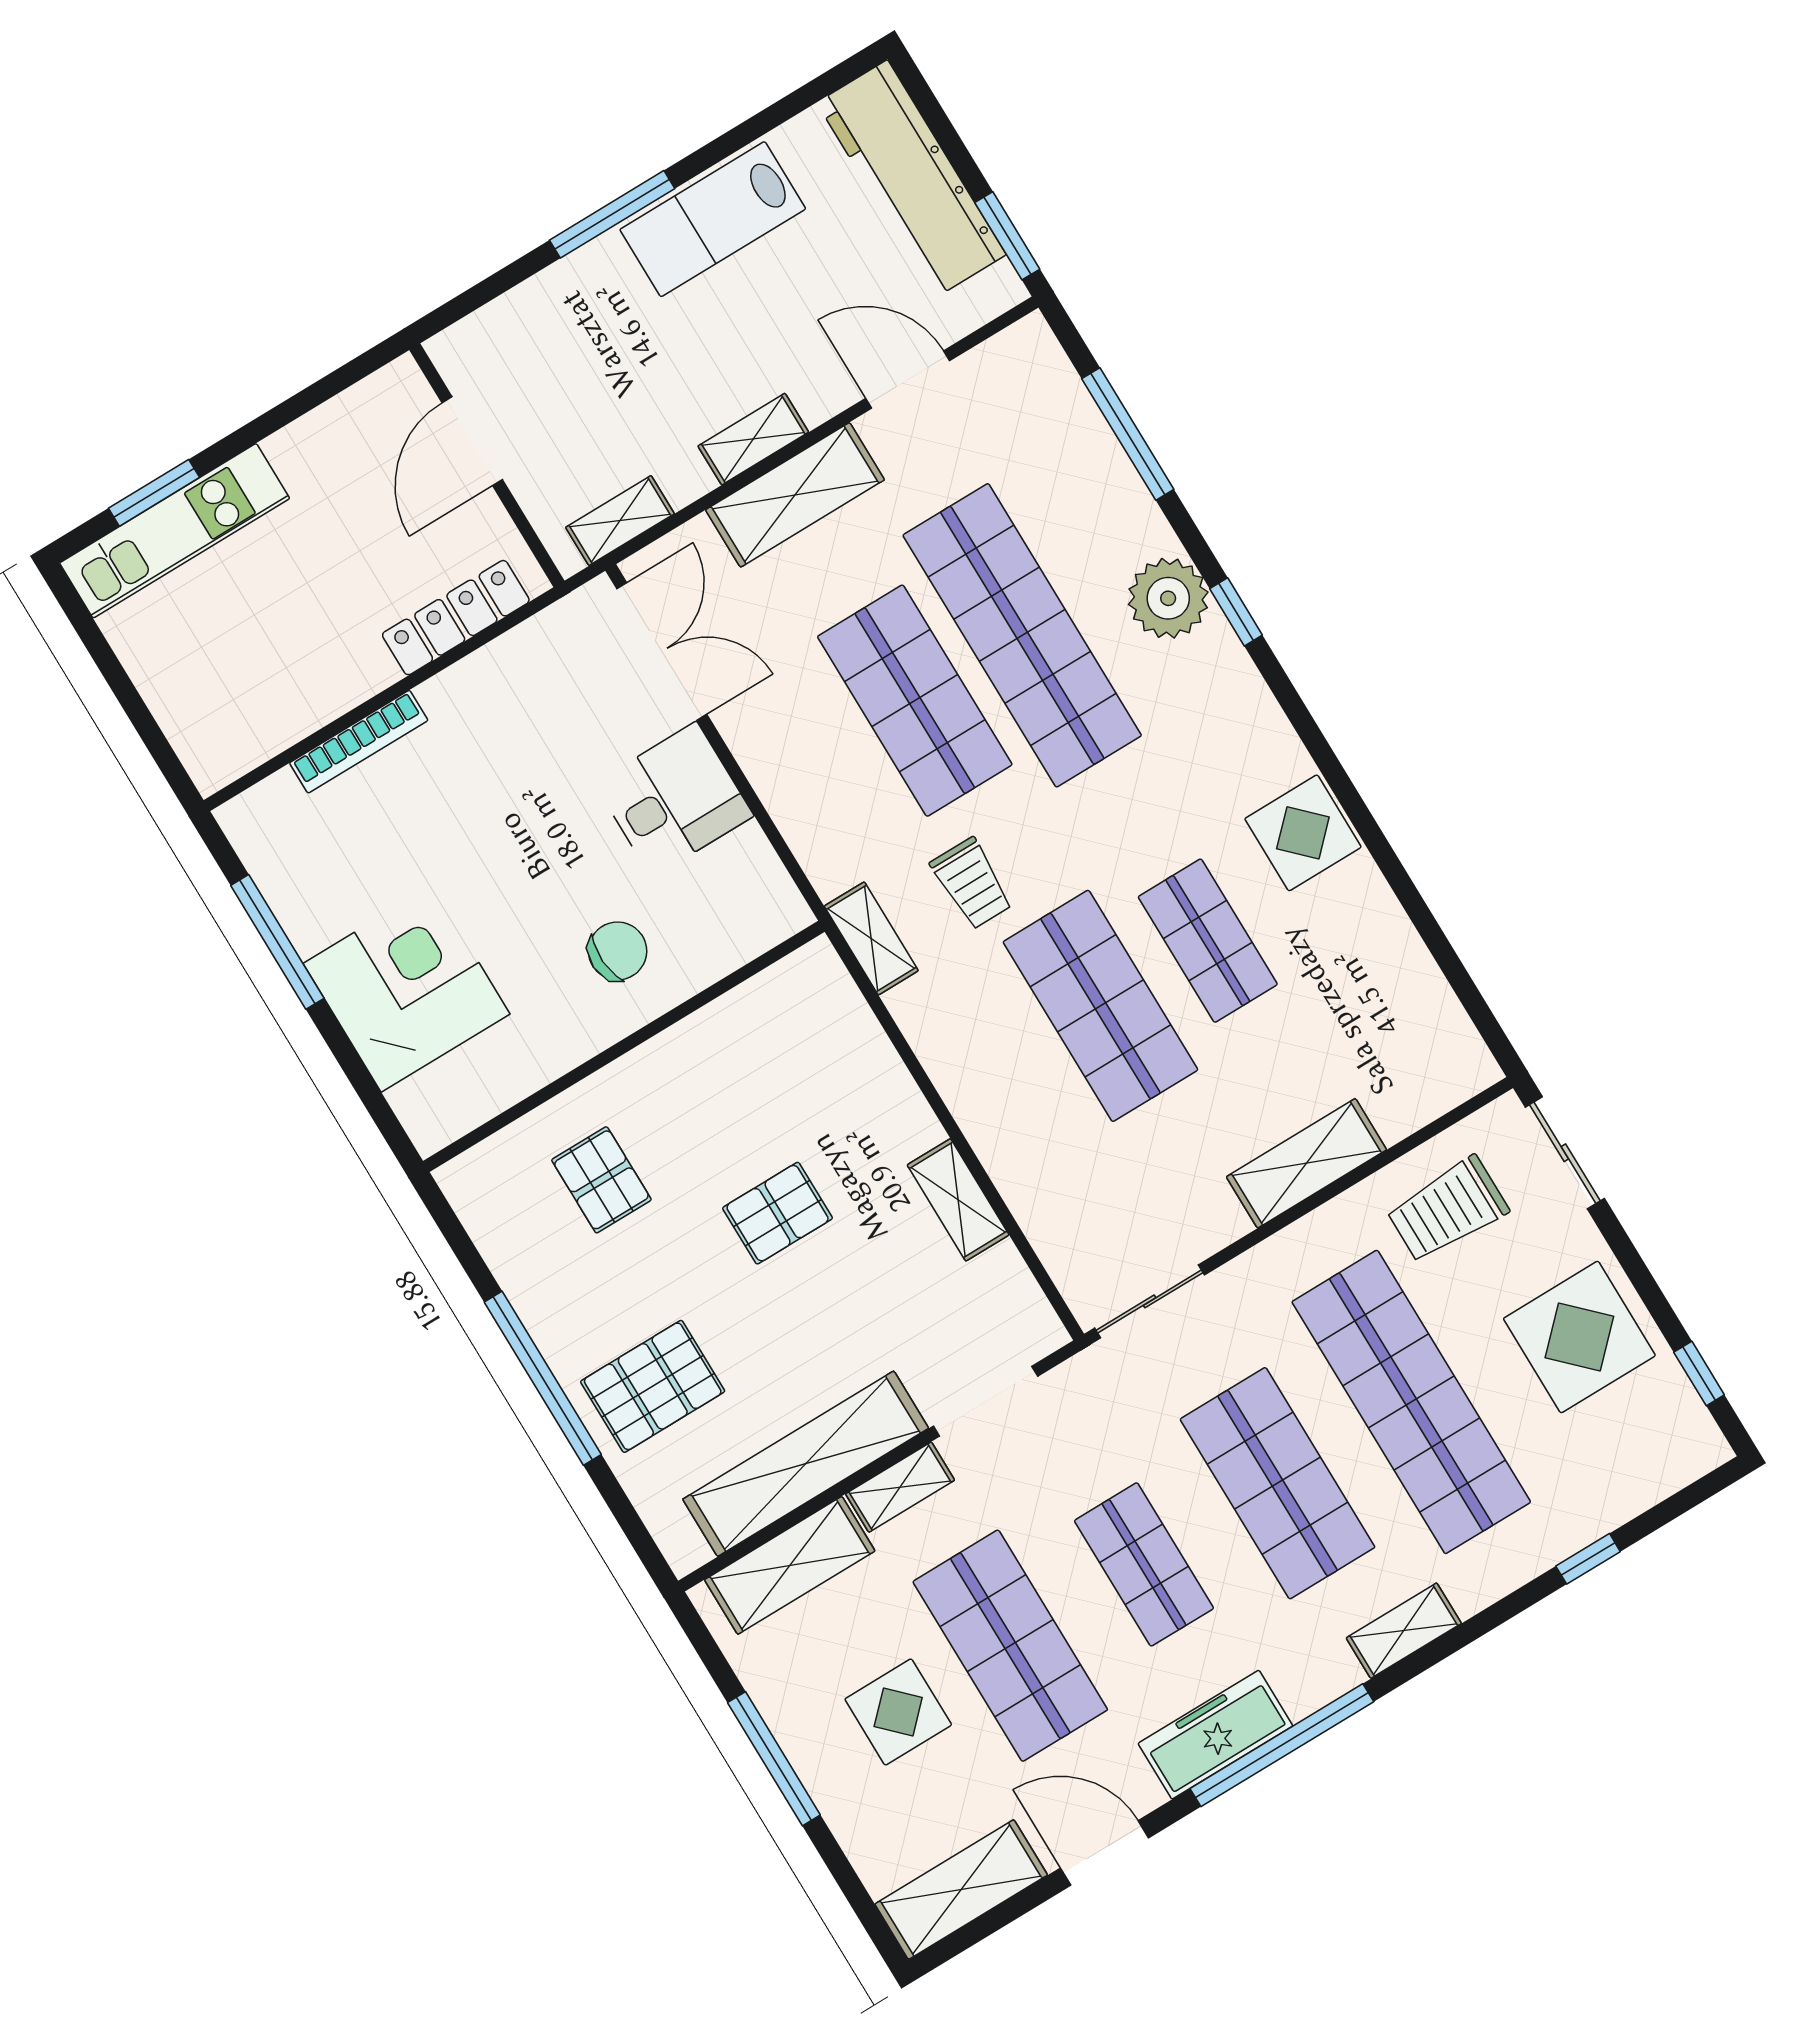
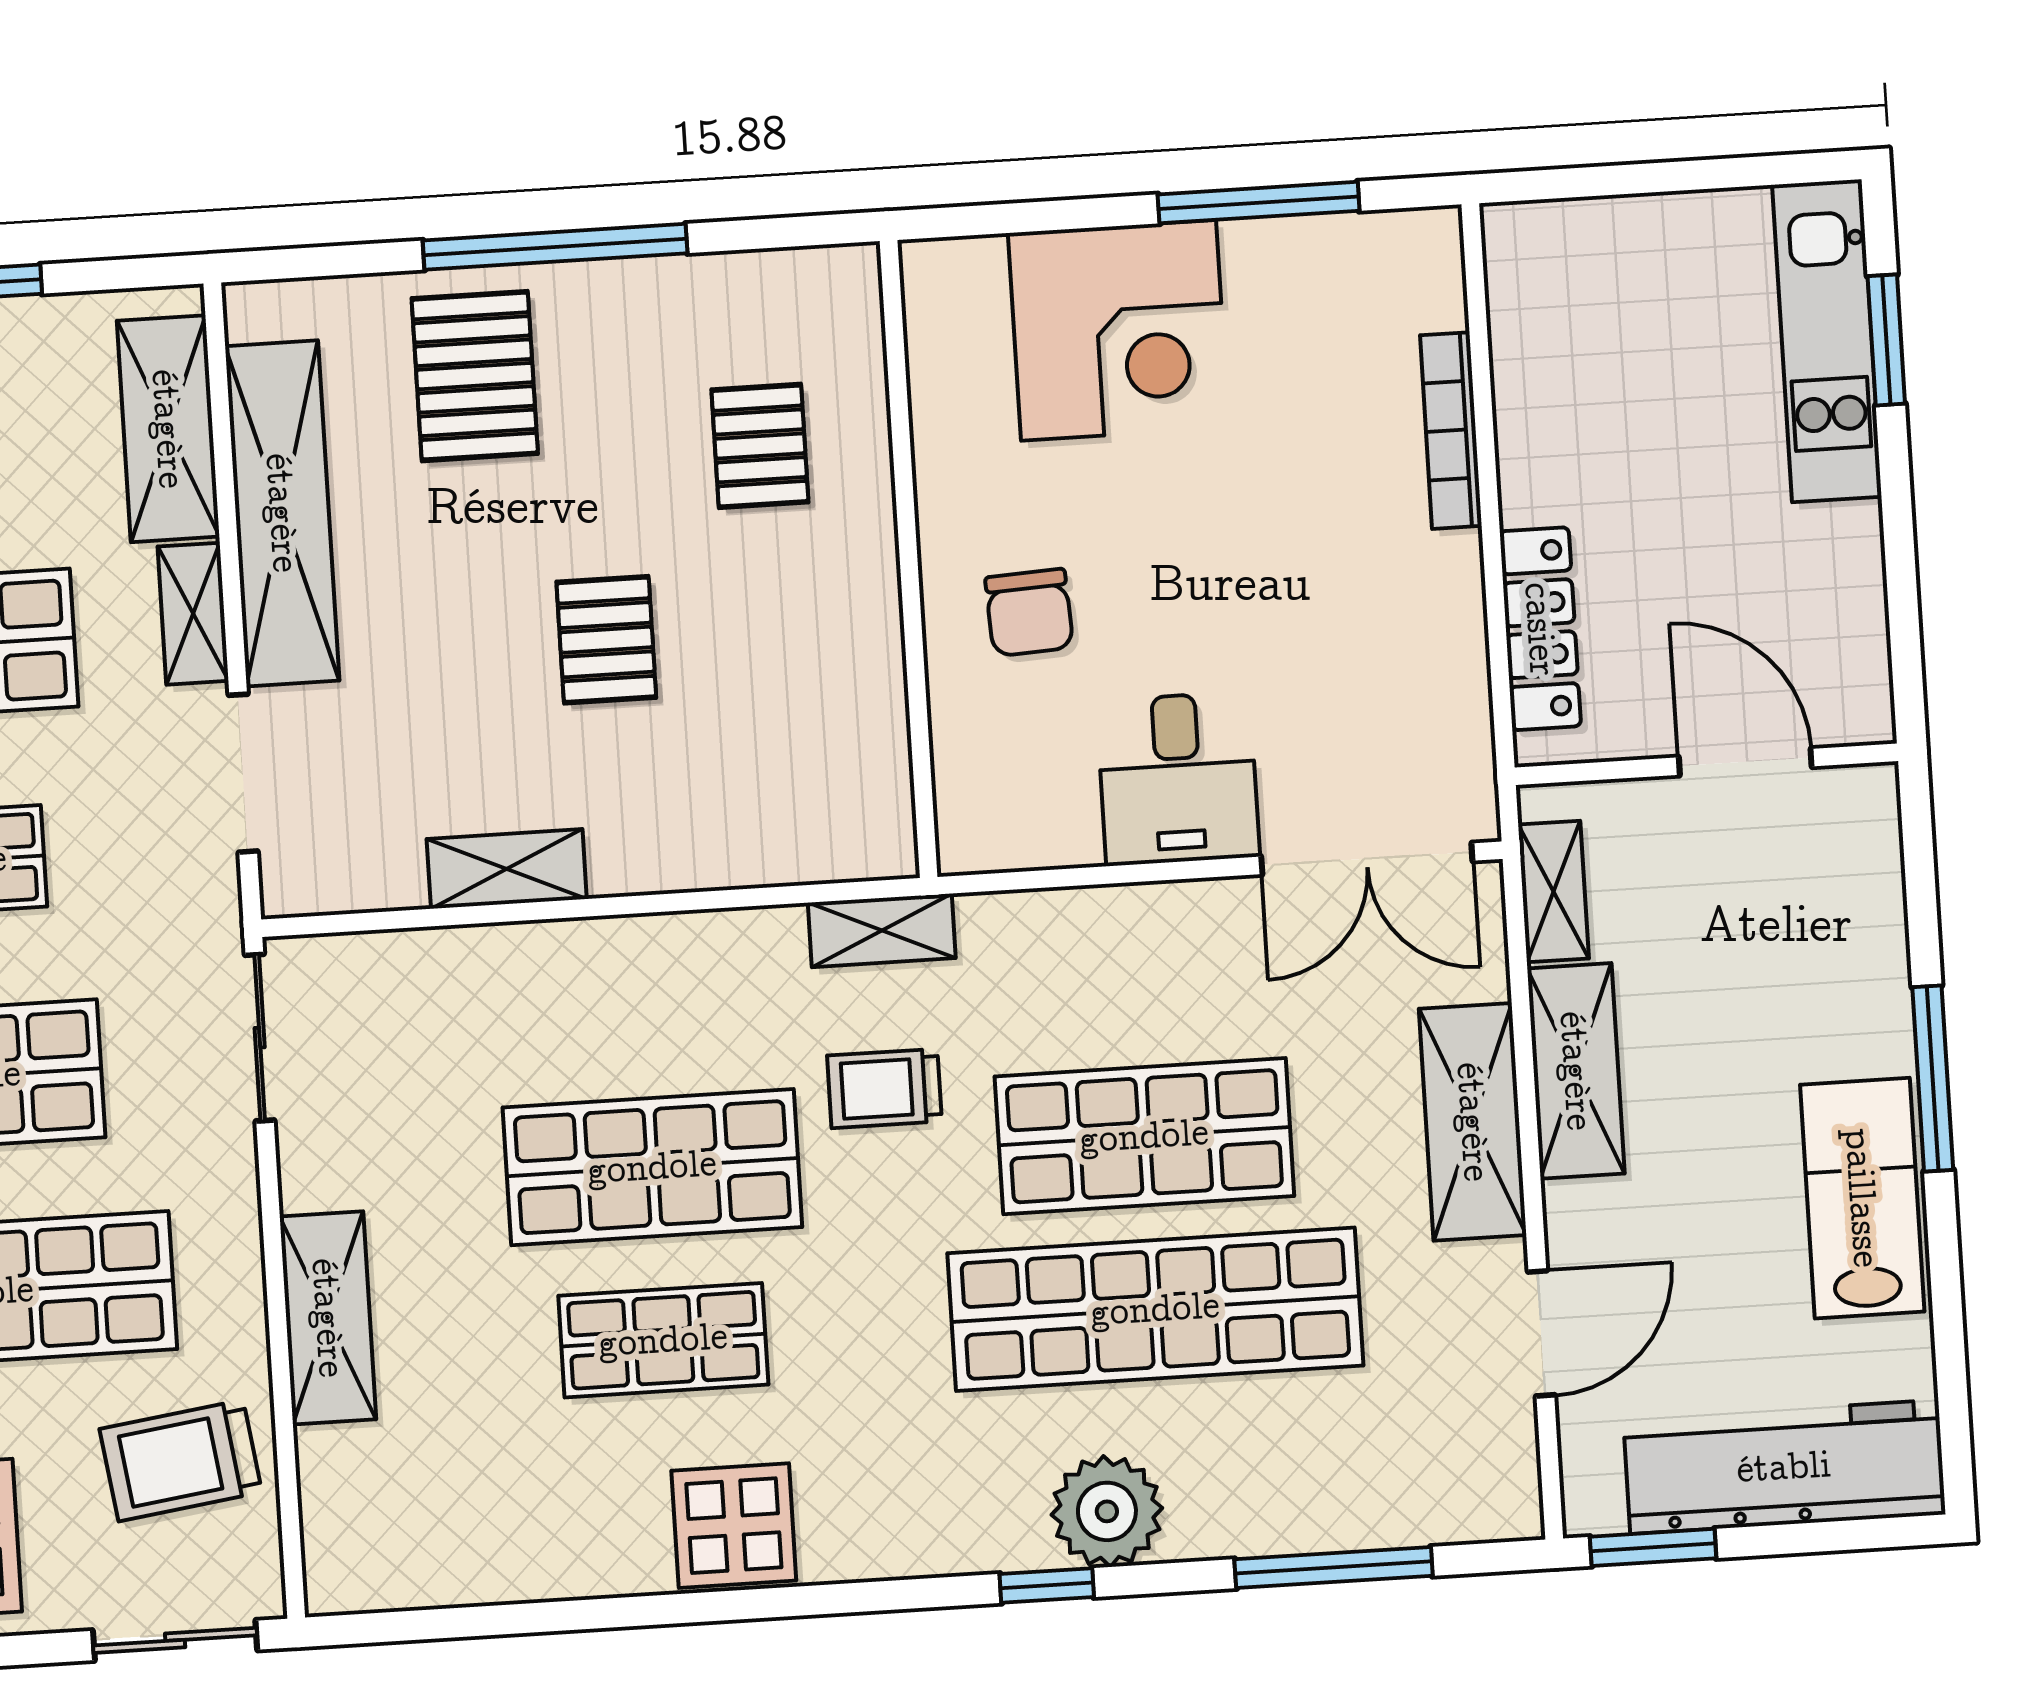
shelving: (753, 439) -> (1576, 1071), width x1.50, depth x1.33
pallet: (601, 1180) -> (760, 446), turned 90
trolley: (1448, 1210) -> (181, 1461), turned -98

